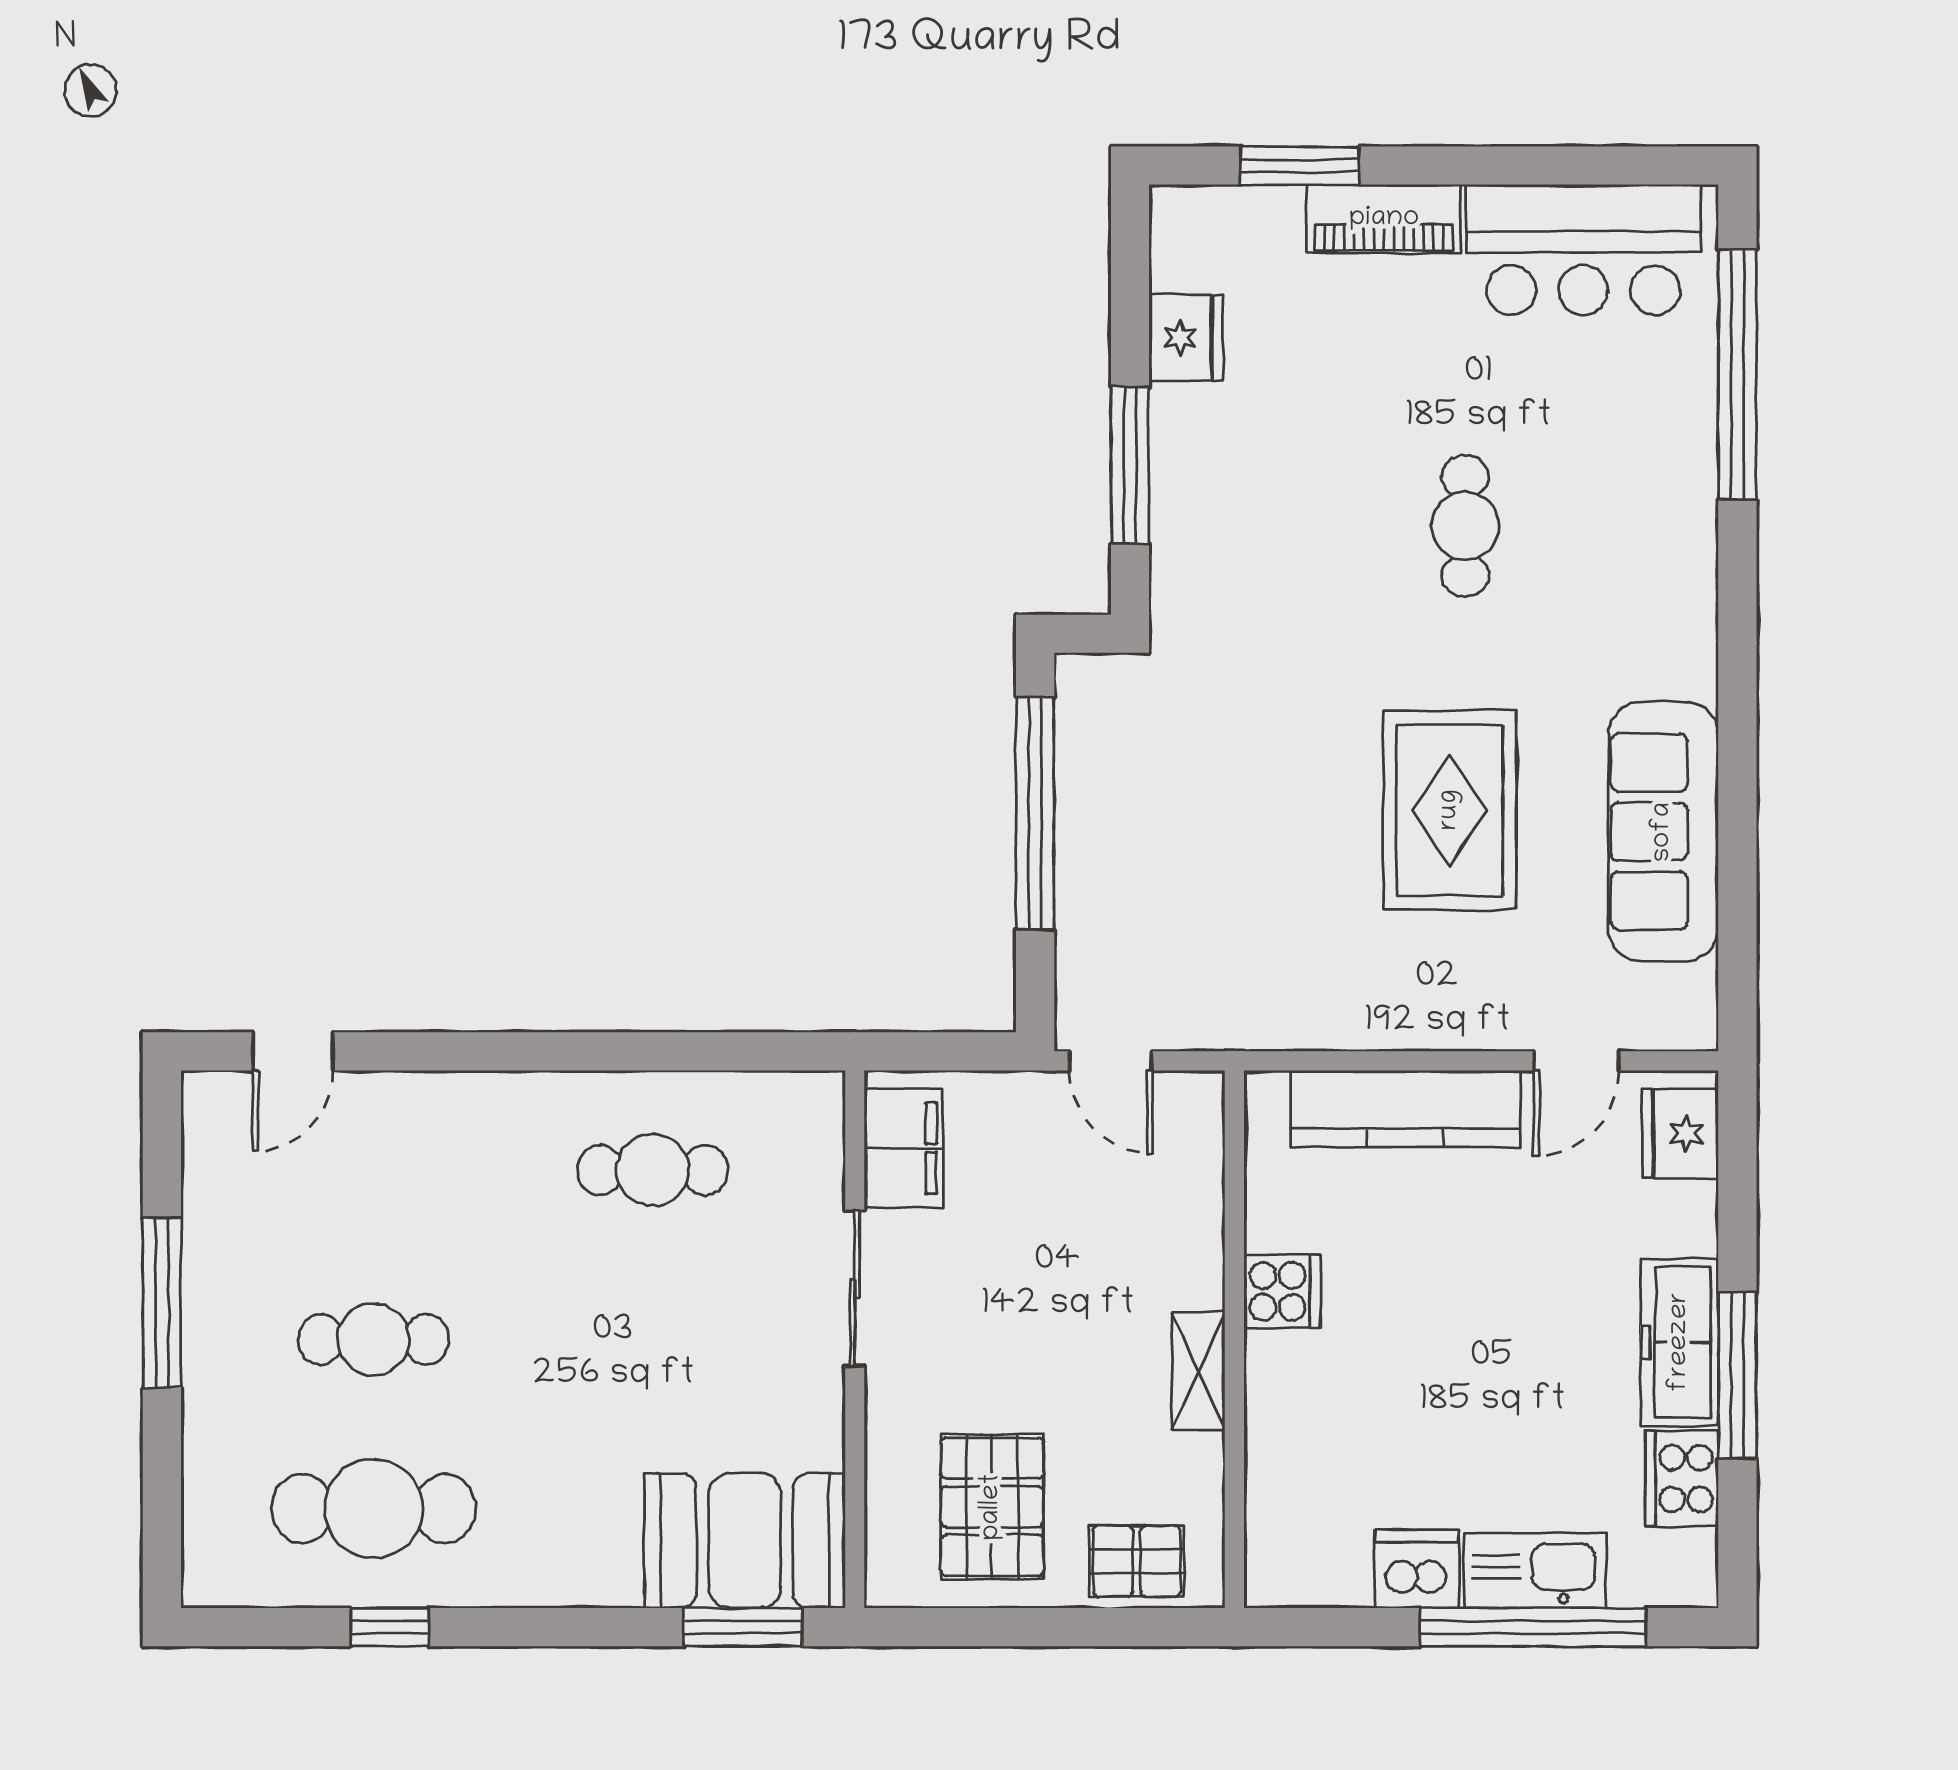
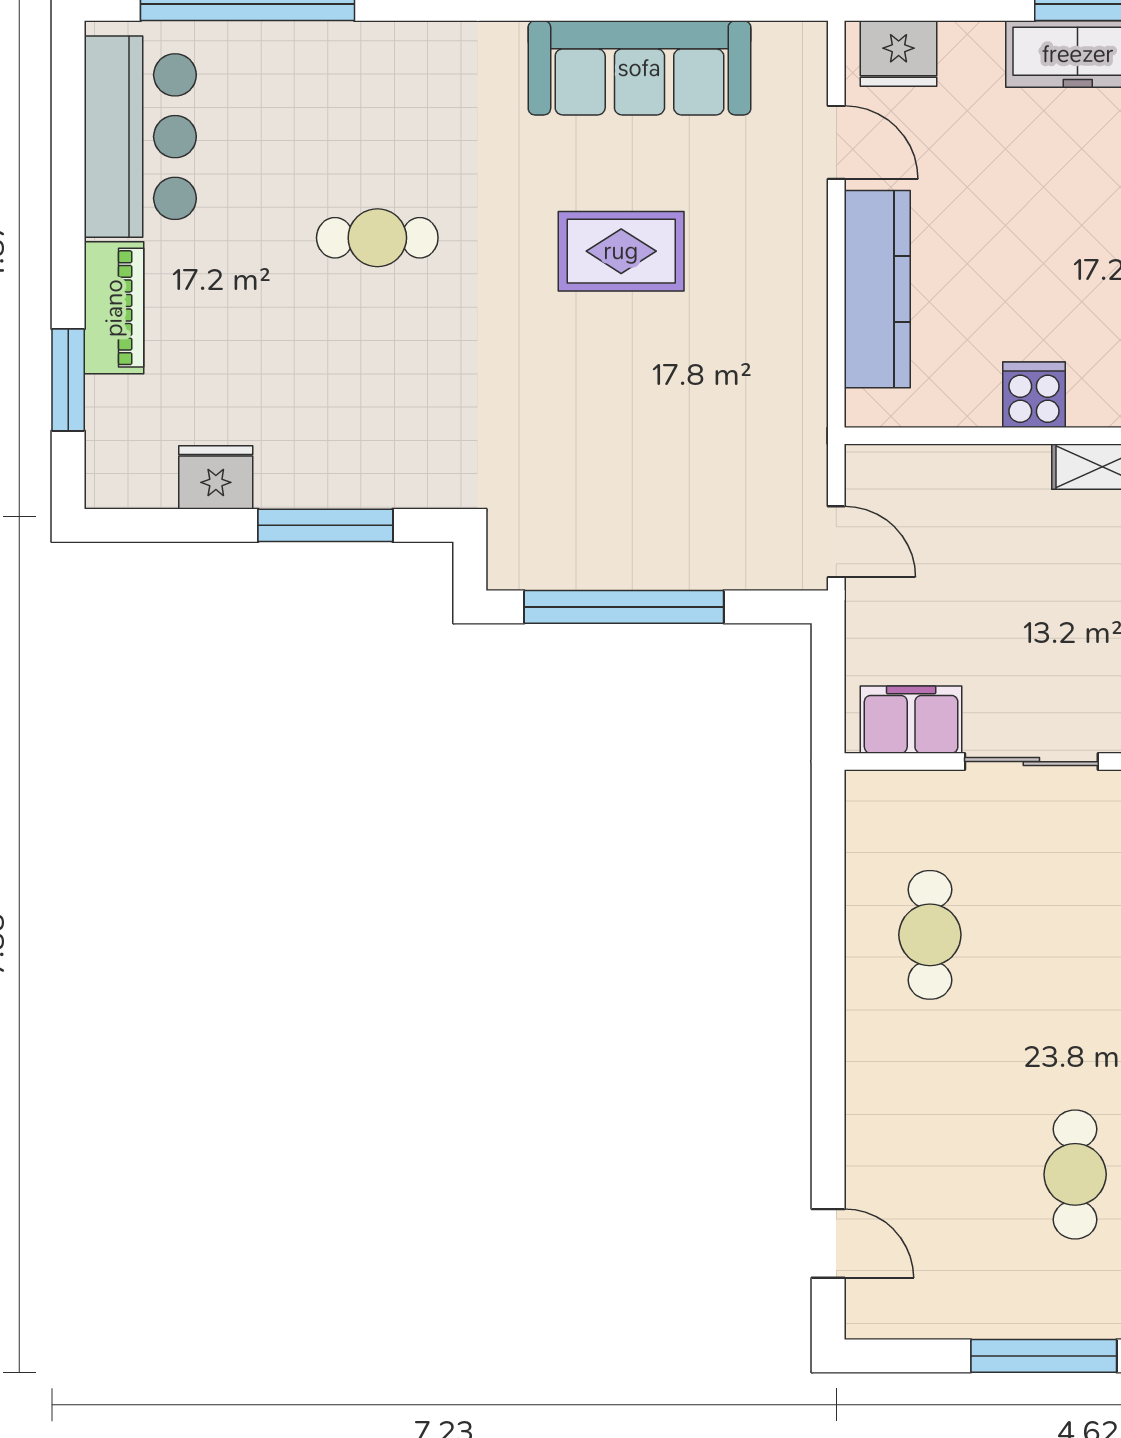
rug: (1450, 810) -> (621, 251), width x0.73, depth x0.70
door: (1111, 1061) -> (836, 542), hinge flipped

